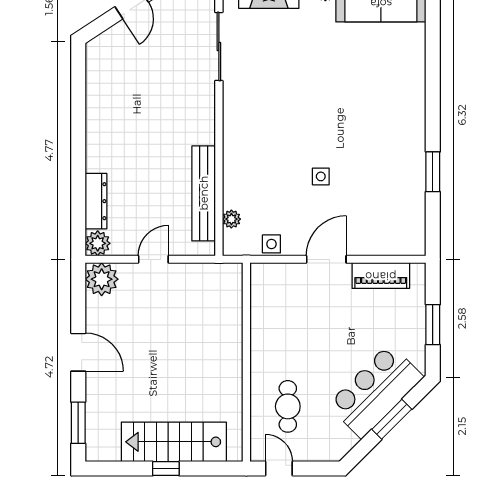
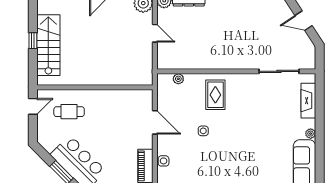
rug: (259, 155) -> (215, 95), added
bench: (204, 193) -> (193, 63), removed
side table: (271, 244) -> (164, 161), moved
door: (326, 259) -> (155, 122), moved

